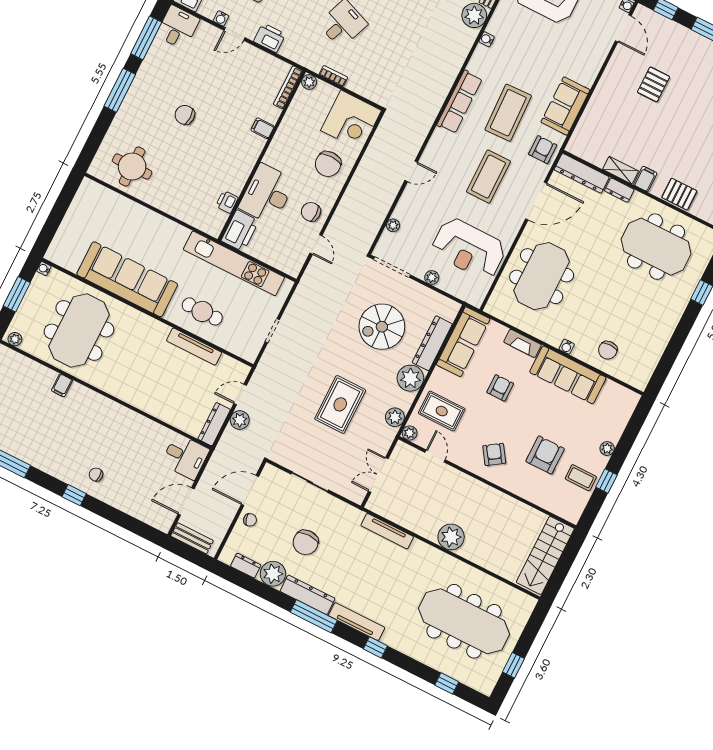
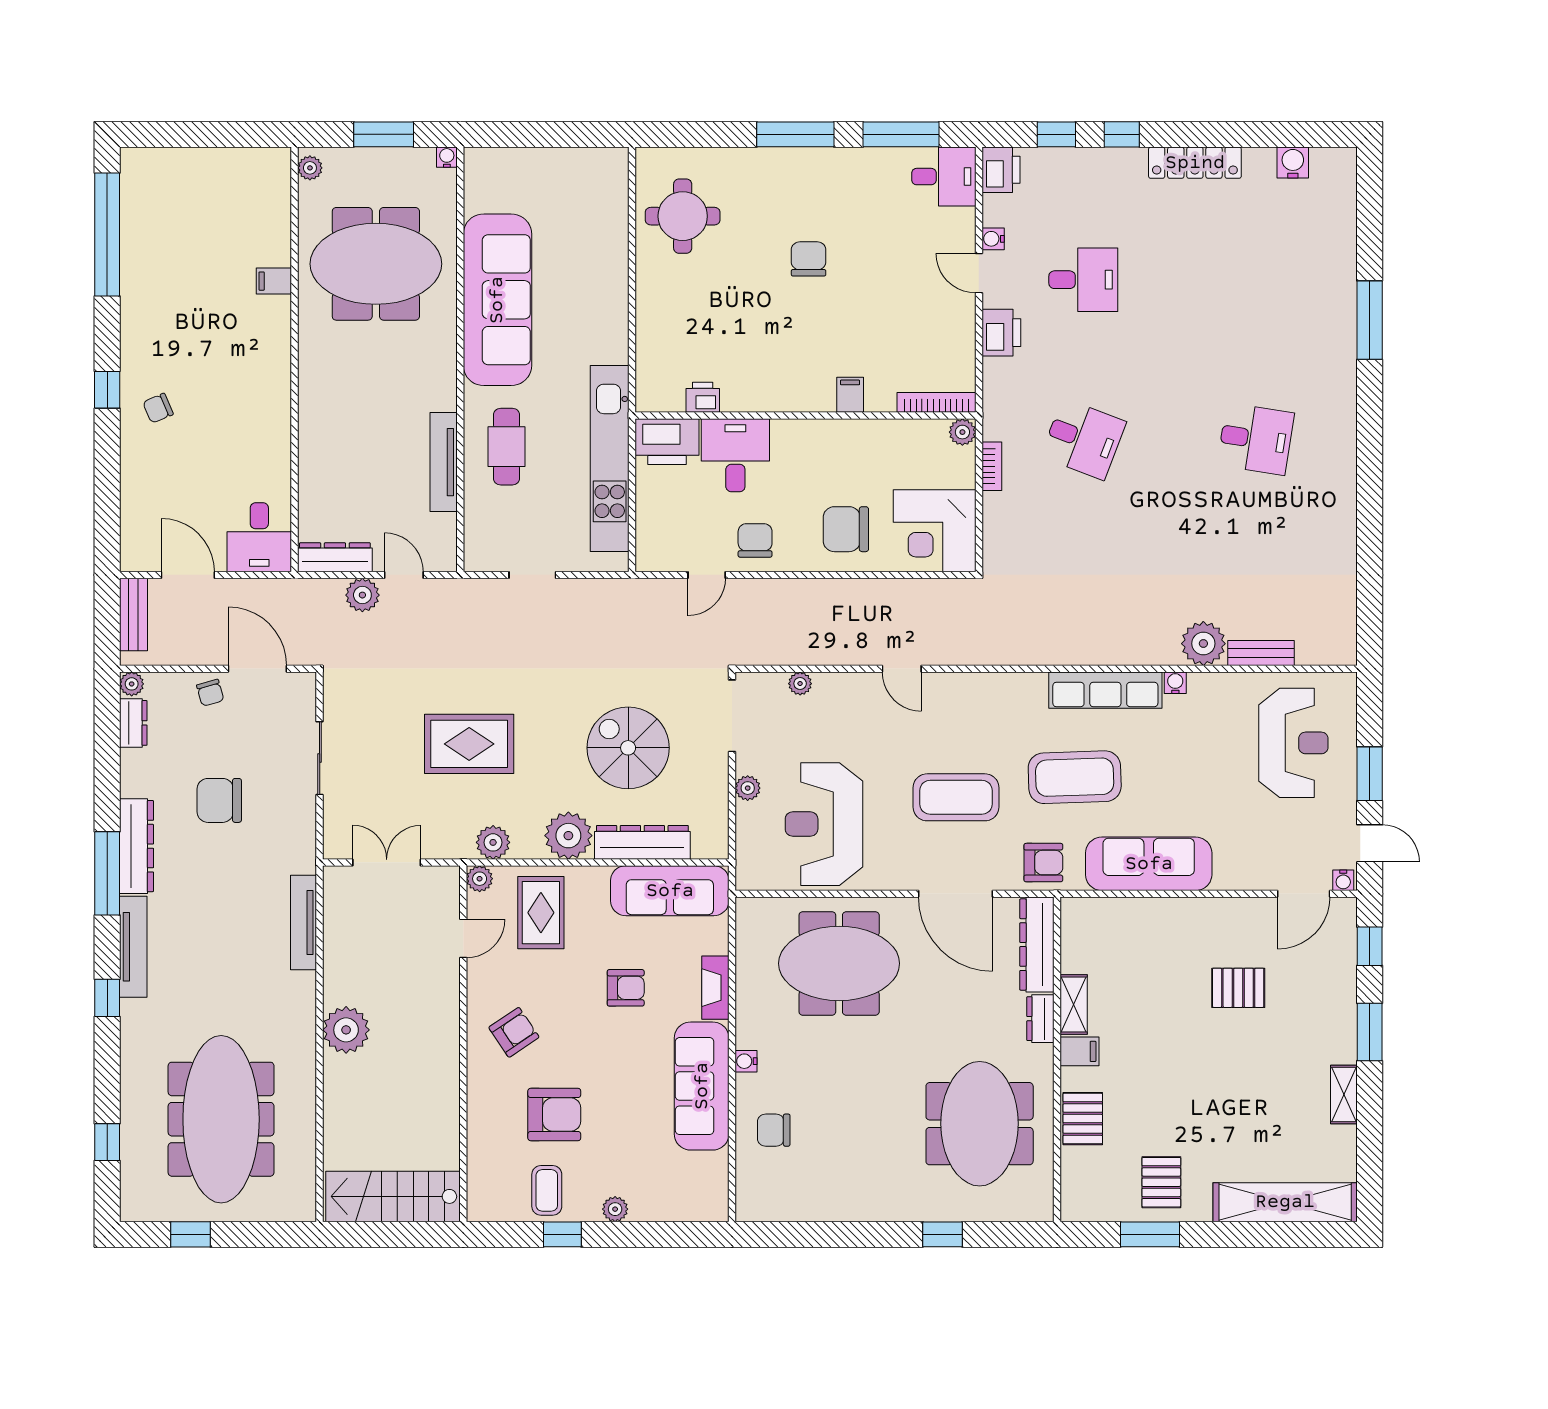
row of seats: (460, 102) -> (1105, 690), moved
sofa: (565, 106) -> (1149, 864), width x1.36
desk: (267, 194) -> (735, 455), width x0.73
chair: (96, 475) -> (158, 408), turned -113
plant: (273, 574) -> (132, 684), moved, width x0.53, depth x0.53

